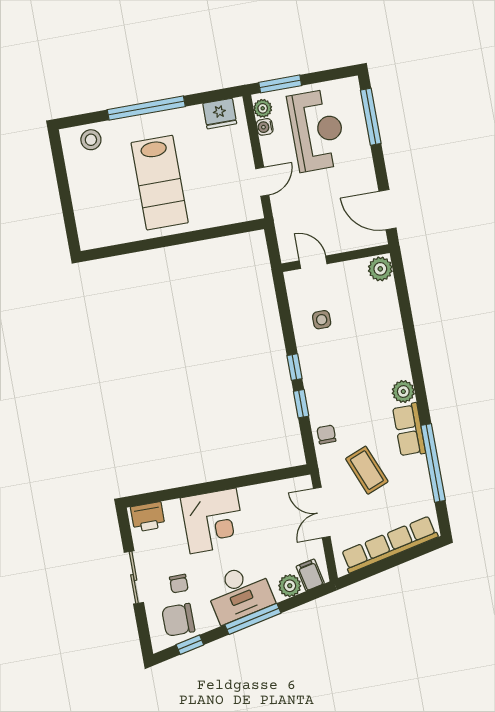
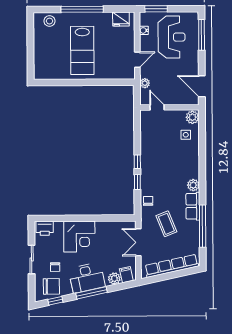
plant: (263, 108) -> (145, 83), moved
side table: (322, 320) -> (186, 135), moved
chair: (178, 620) -> (51, 286), turned 180

